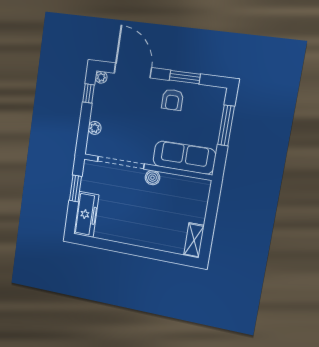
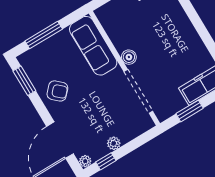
window: (185, 77) -> (24, 81), moved
armchair: (172, 100) -> (57, 91), turned 43
plant: (95, 128) -> (114, 143), moved

